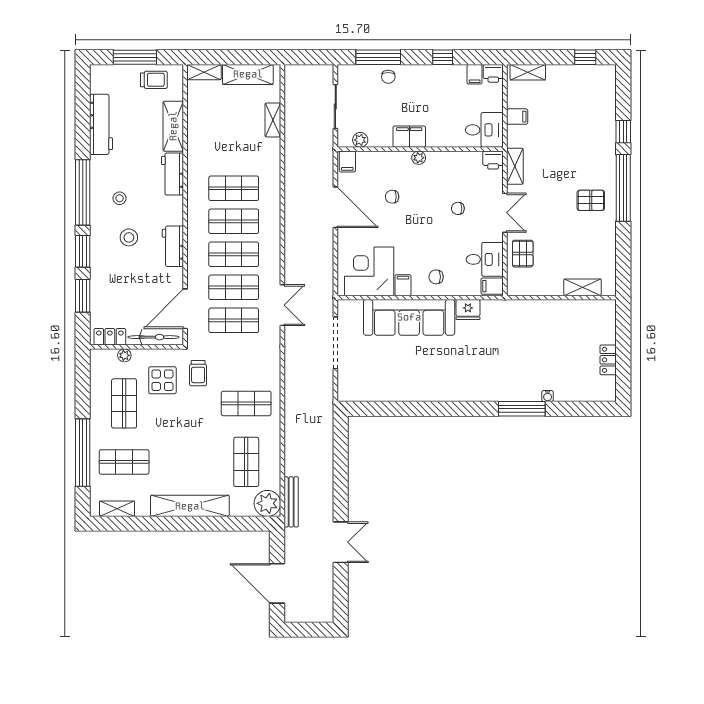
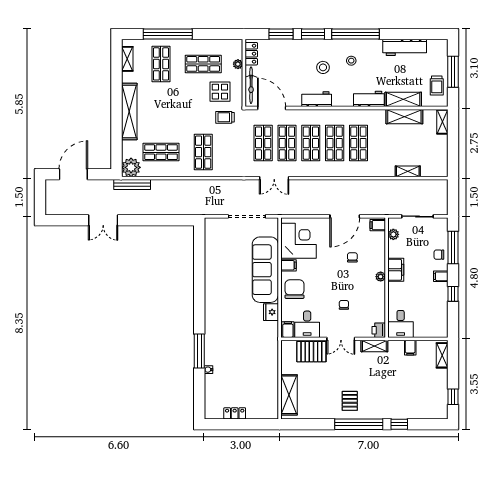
printer: (493, 73) -> (441, 330), removed
shelving: (248, 74) -> (404, 117), moved, turned 90
filing cabinet: (475, 74) -> (441, 276), moved
pallet: (523, 254) -> (311, 352), width x1.50, depth x1.42
chair: (436, 277) -> (295, 289), width x1.87, depth x1.87
shelving: (583, 287) -> (289, 395), width x1.50, depth x1.33

